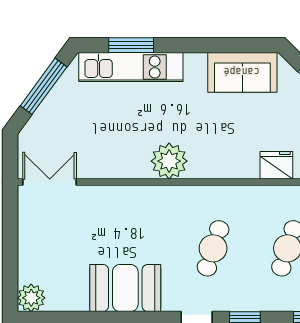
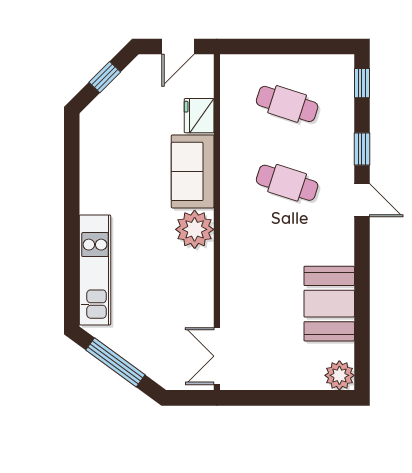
window: (131, 45) -> (72, 270), removed
sofa: (242, 72) -> (193, 171), moved, turned 180
booth: (125, 288) -> (329, 304), moved

